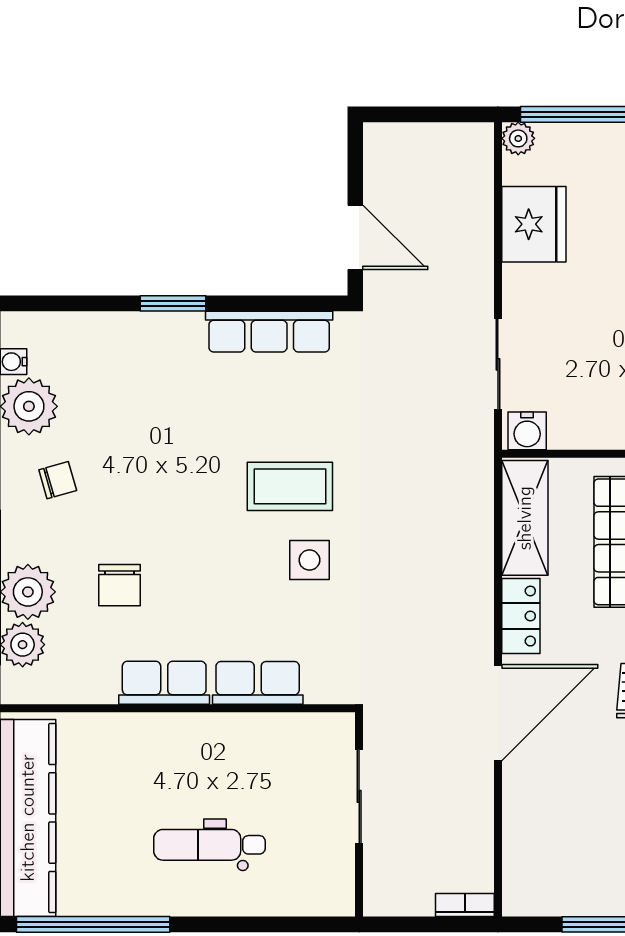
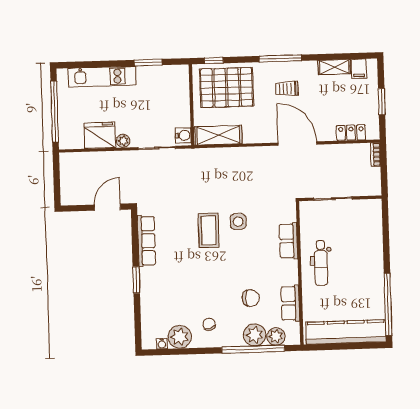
plant: (518, 138) -> (123, 141), moved
locker: (521, 616) -> (351, 133), moved
row of seats: (164, 683) -> (290, 303), moved
dental chair: (209, 845) -> (321, 263), moved

